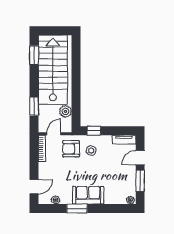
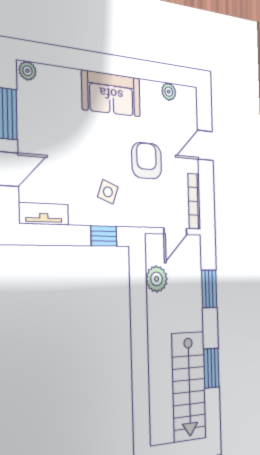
window: (34, 55) -> (211, 368), moved
stairs: (53, 70) -> (189, 386), width x0.73, depth x0.66
armchair: (71, 149) -> (147, 161), moved, turned -90
door: (34, 187) -> (205, 145), moved
window: (77, 209) -> (131, 68), removed

